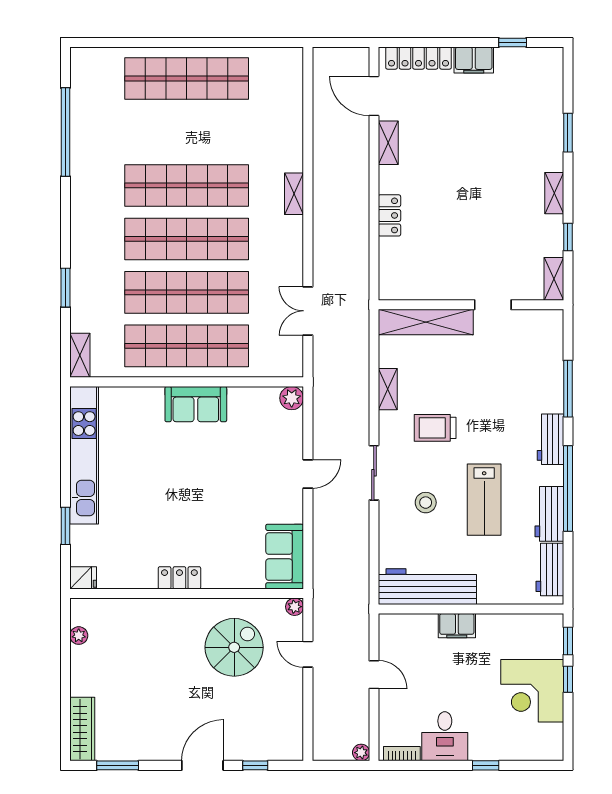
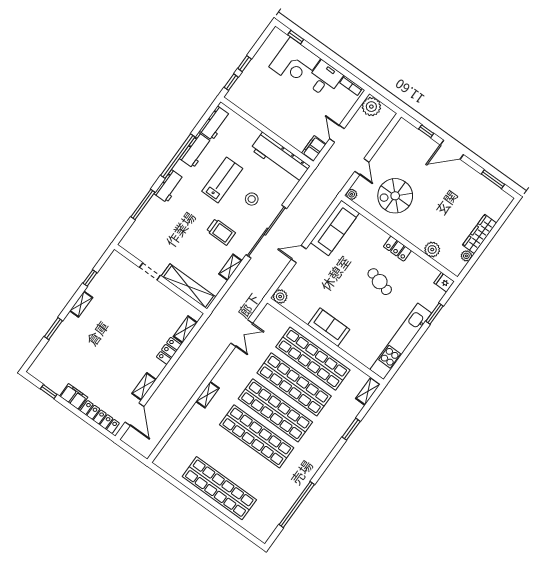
shelving: (554, 279) -> (185, 329), moved
sliding door: (374, 473) -> (266, 232), width x1.86
cafe table: (171, 516) -> (380, 282), added
sofa: (285, 557) -> (335, 228), width x1.36
plant: (131, 611) -> (432, 250), added
filing cabinet: (457, 626) -> (314, 149), moved, turned -90
corner desk: (532, 691) -> (295, 63), moved, turned 90
wardrobe: (82, 729) -> (480, 234), moved
plant: (361, 753) -> (371, 107), width x1.87, depth x1.87
window: (486, 765) -> (296, 37), moved

